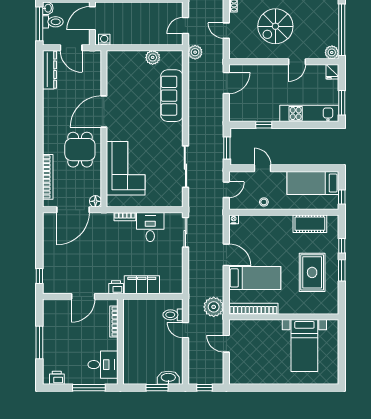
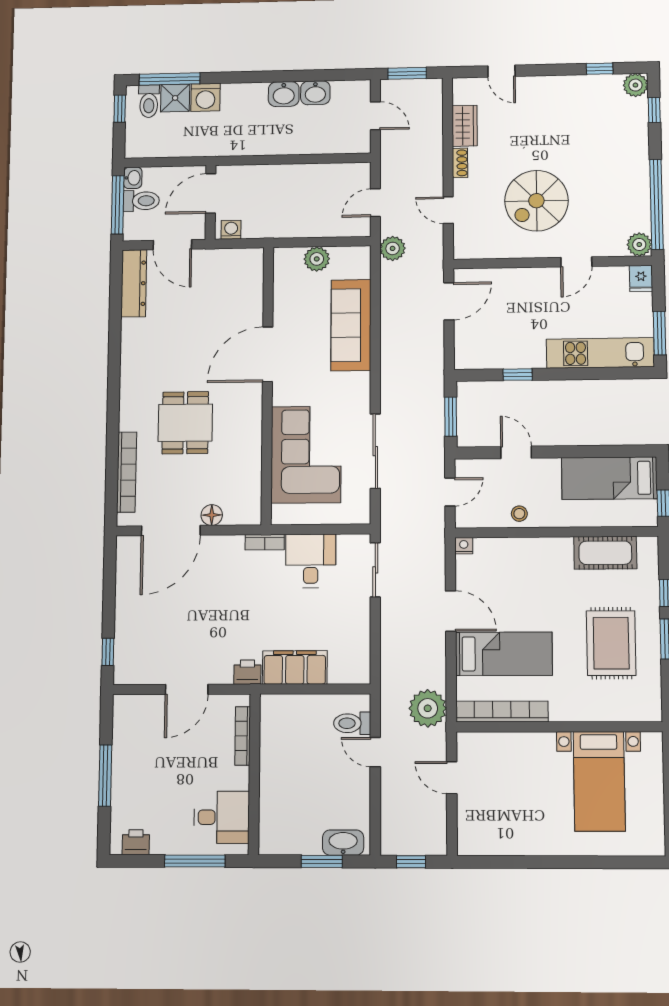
door: (104, 111) -> (268, 354), moved
wall: (104, 129) -> (267, 385), moved
corner sofa: (126, 168) -> (306, 455), moved

